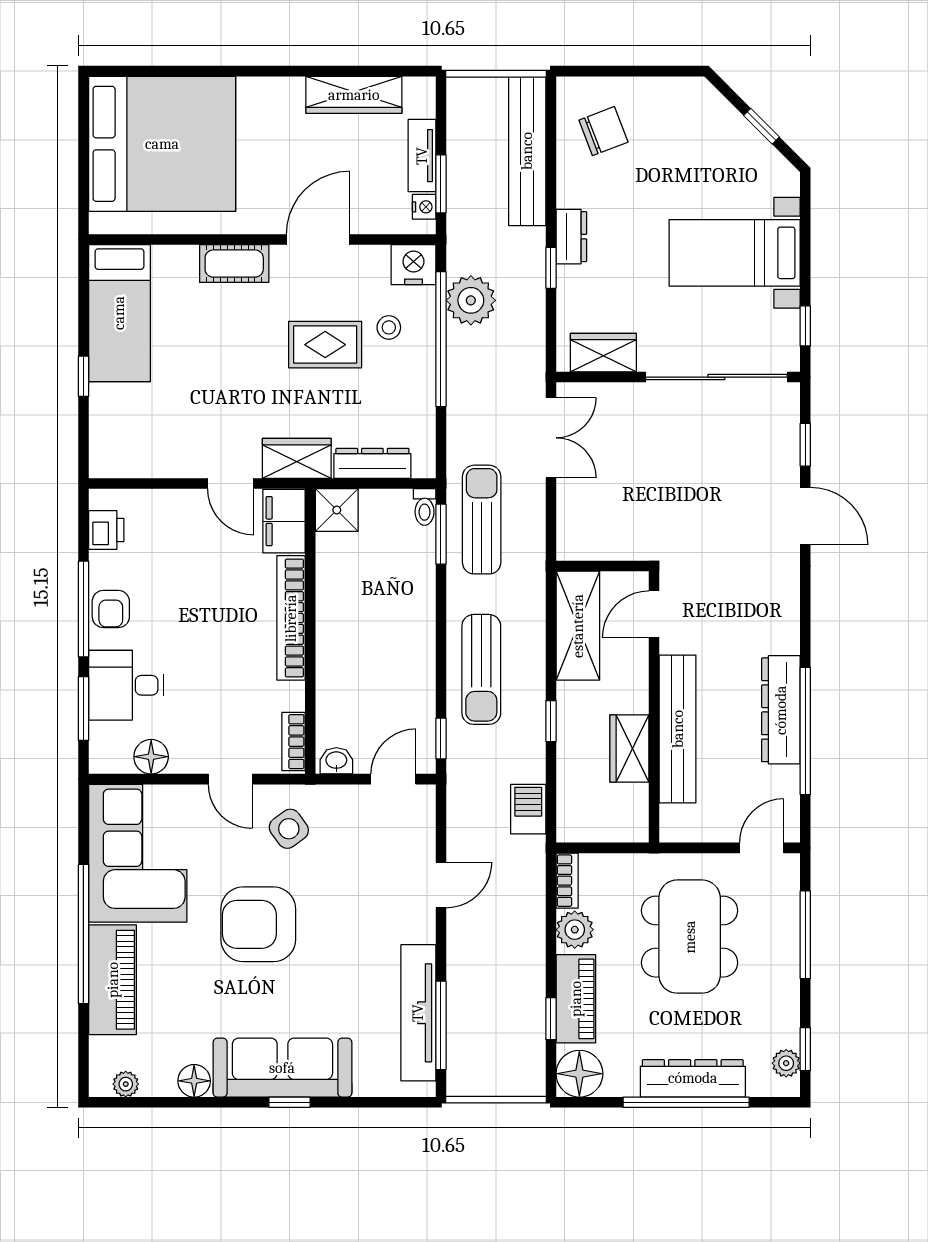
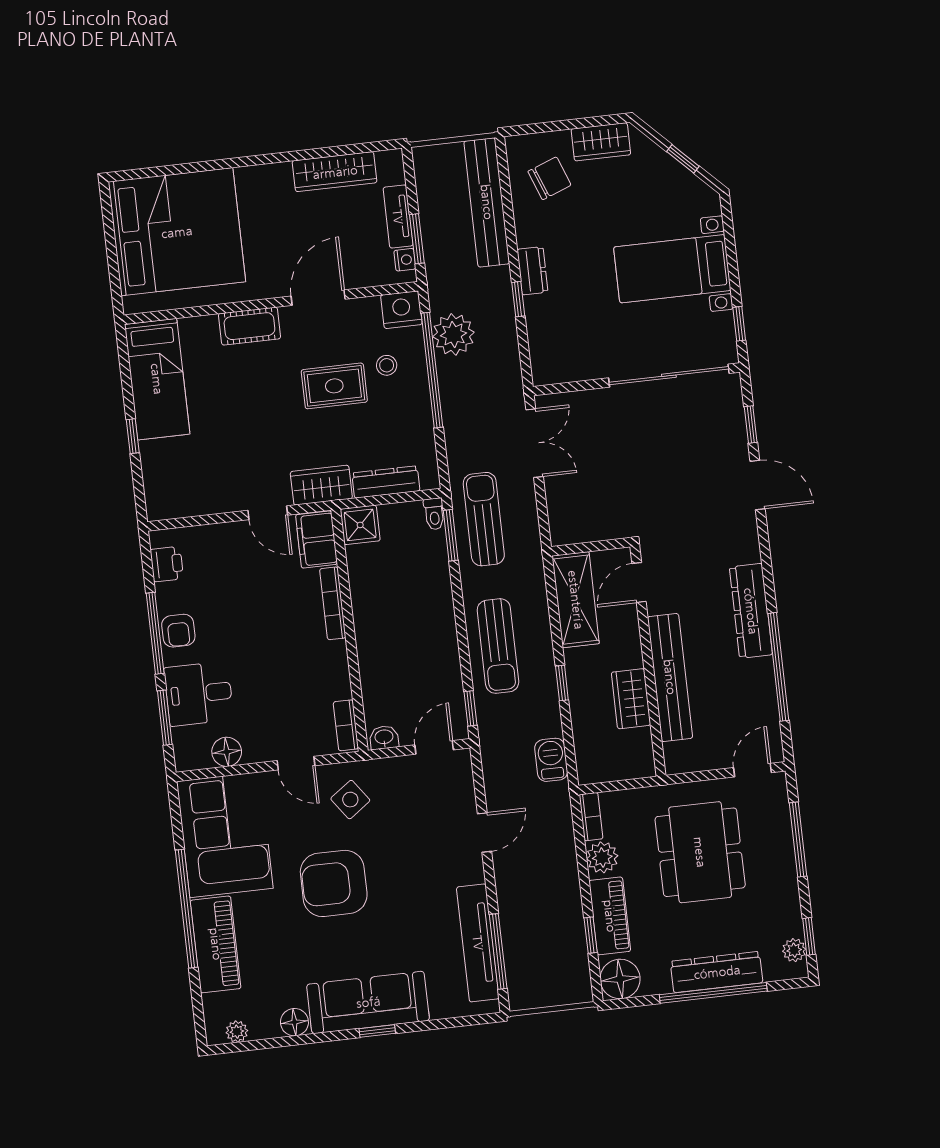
wardrobe: (603, 353) -> (601, 142), moved, turned 180
bookcase: (291, 618) -> (333, 603), width x0.68, depth x0.76
dresser: (781, 710) -> (751, 611), moved

